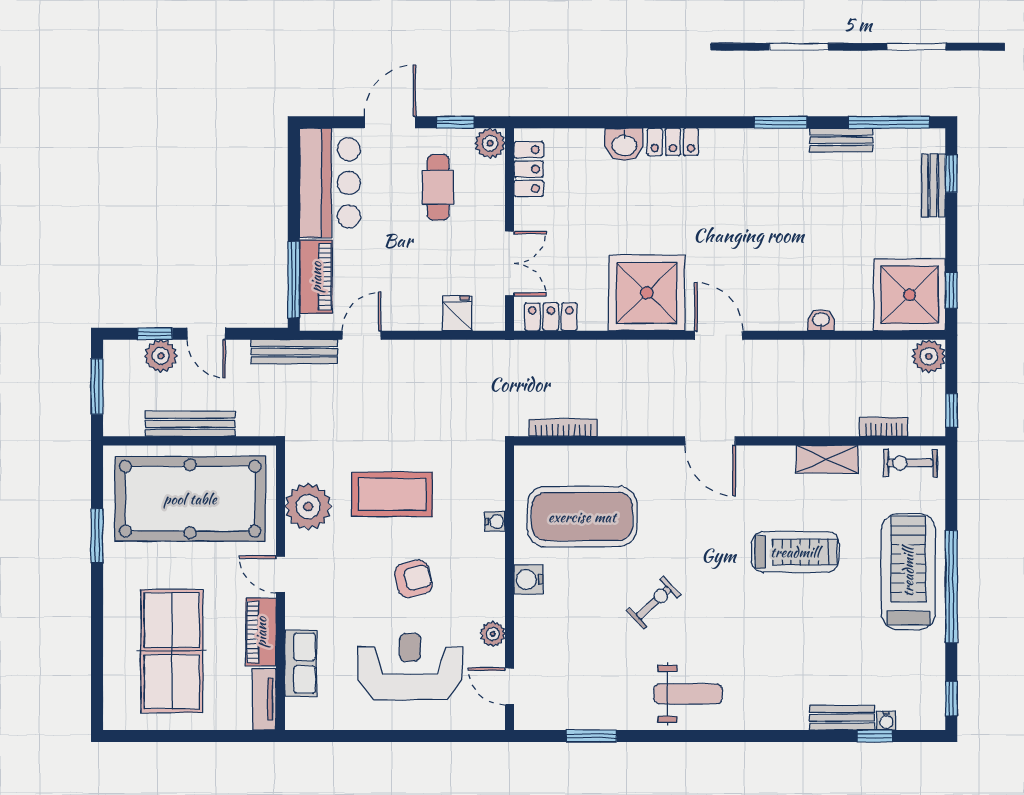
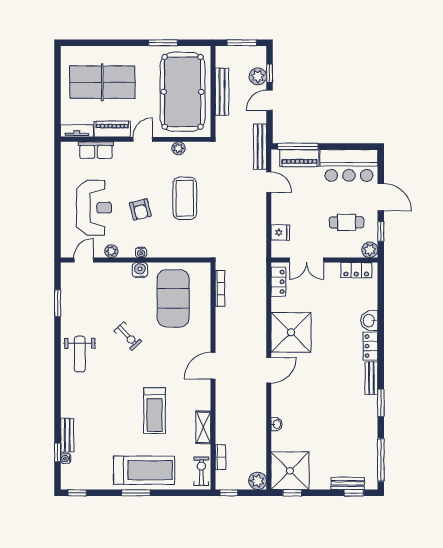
bench: (841, 140) -> (371, 378), moved
plant: (308, 507) -> (178, 148), width x0.53, depth x0.53
water cooler: (495, 522) -> (141, 252), moved
window: (951, 587) -> (136, 493), width x0.47

